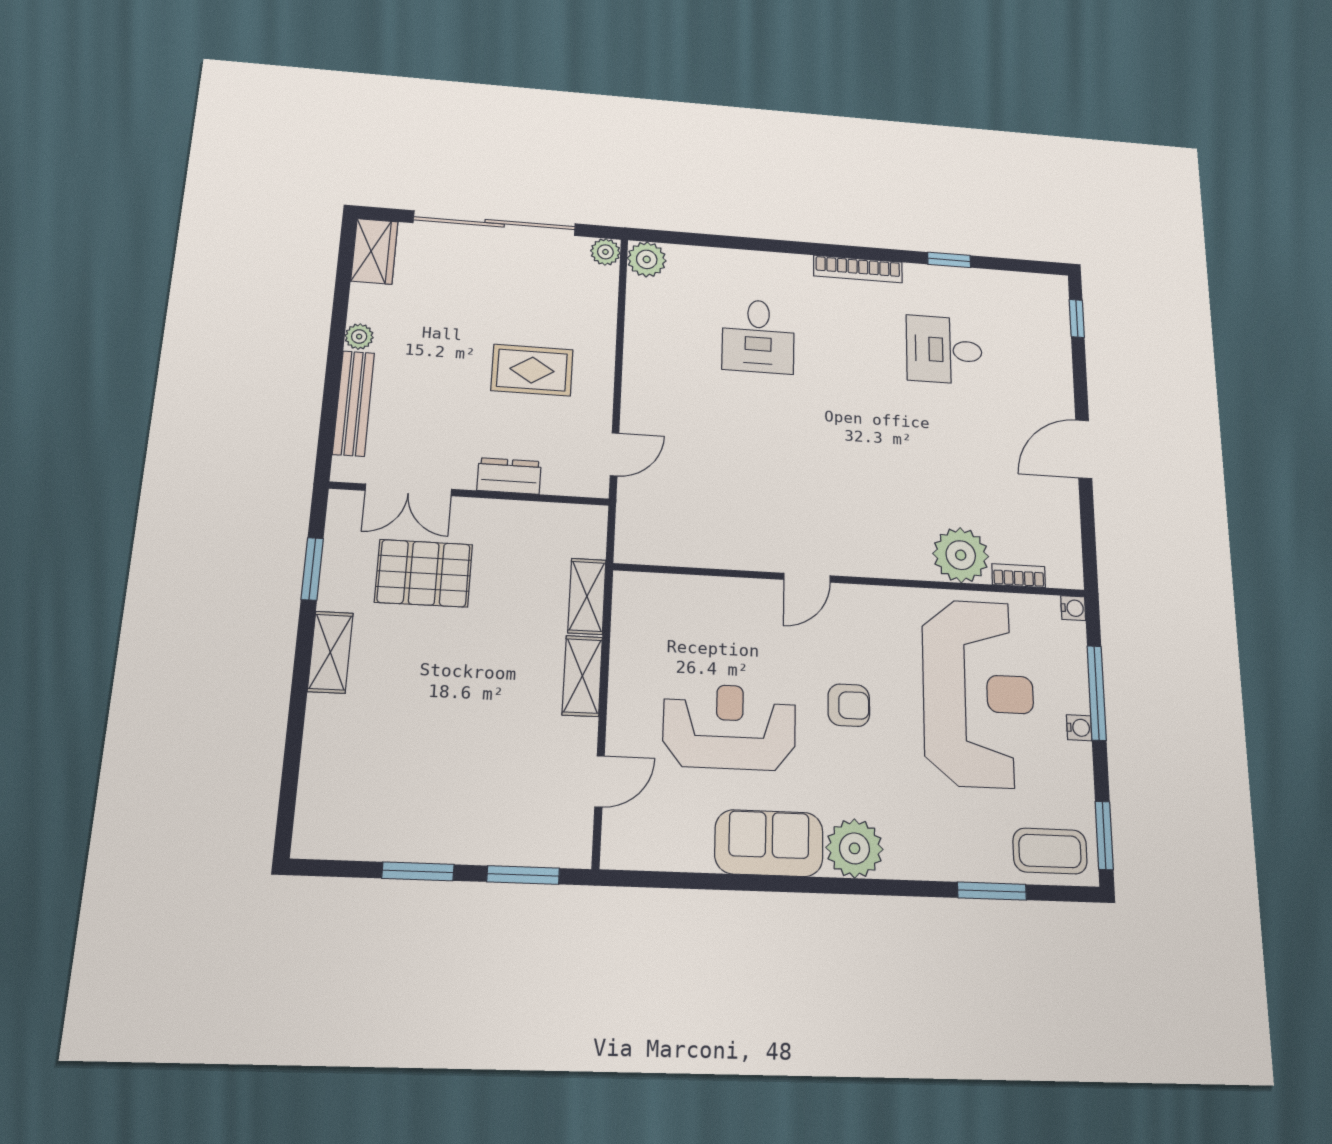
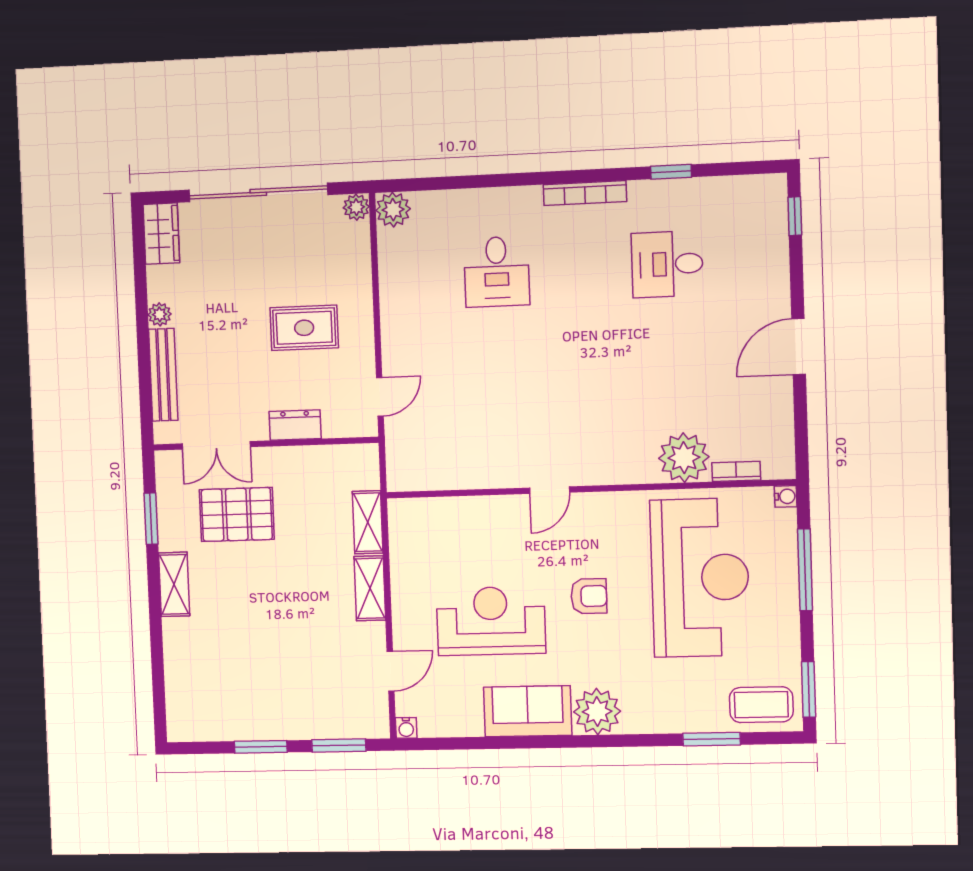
water cooler: (1079, 728) -> (406, 728), moved, turned 90

